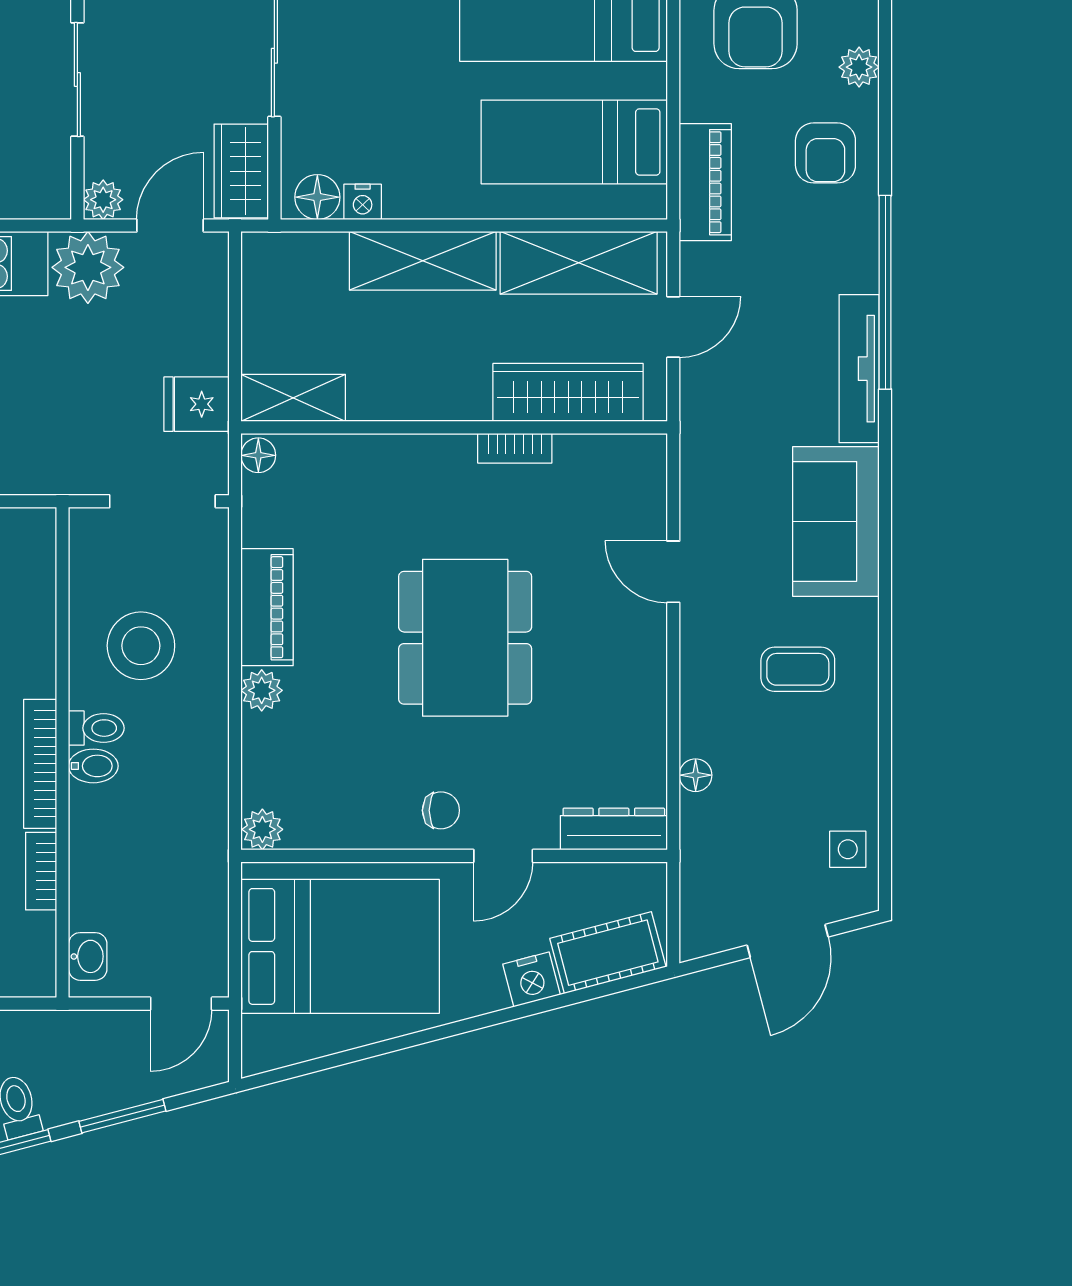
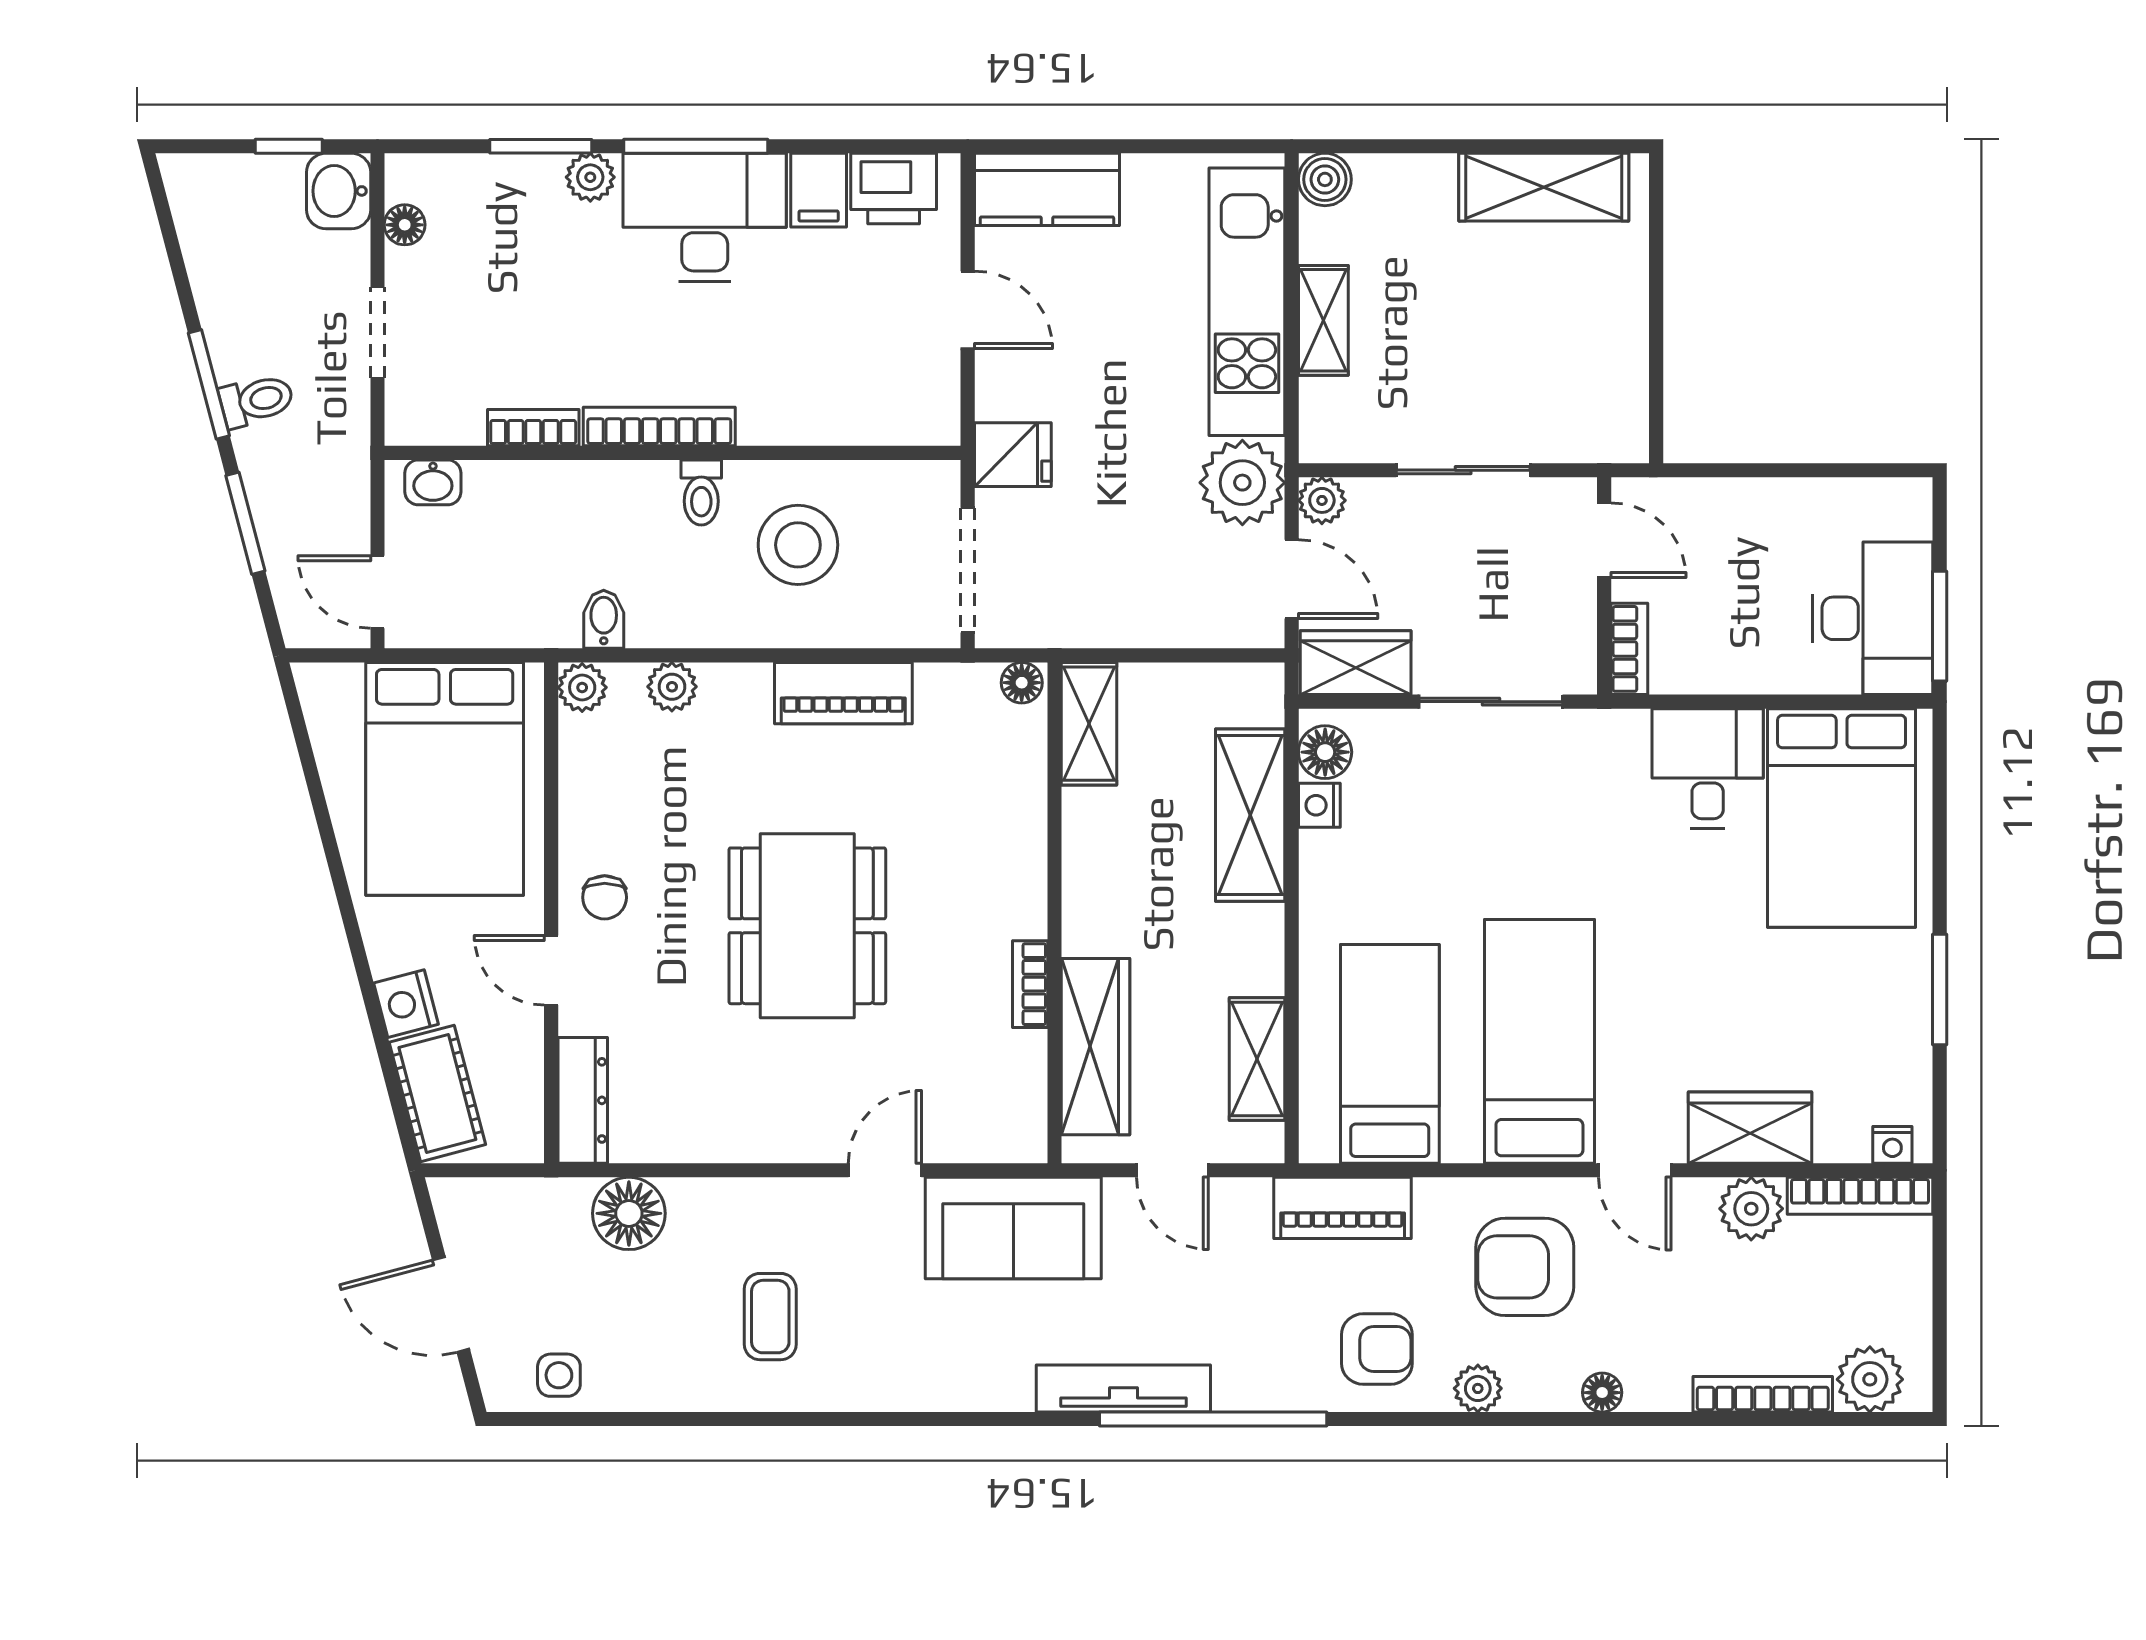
armchair: (825, 153) -> (1377, 1349), turned 180
shelving: (423, 261) -> (1250, 815), moved
shelving: (579, 263) -> (1257, 1059), width x0.67, depth x0.75
fridge: (197, 404) -> (1013, 455), moved, turned 90
sofa: (836, 521) -> (1013, 1228), moved, turned 180
dining table: (465, 638) -> (807, 926), turned 90
plant: (262, 690) -> (672, 687), moved
bidet: (93, 766) -> (604, 619), moved, turned 180
floor lamp: (696, 775) -> (629, 1213), width x1.89, depth x1.89

